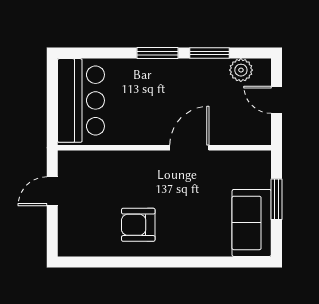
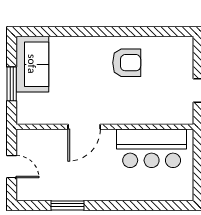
window: (157, 53) -> (111, 205), removed
plant: (241, 70) -> (41, 191), removed
bar counter: (81, 100) -> (152, 148), moved, turned -90

